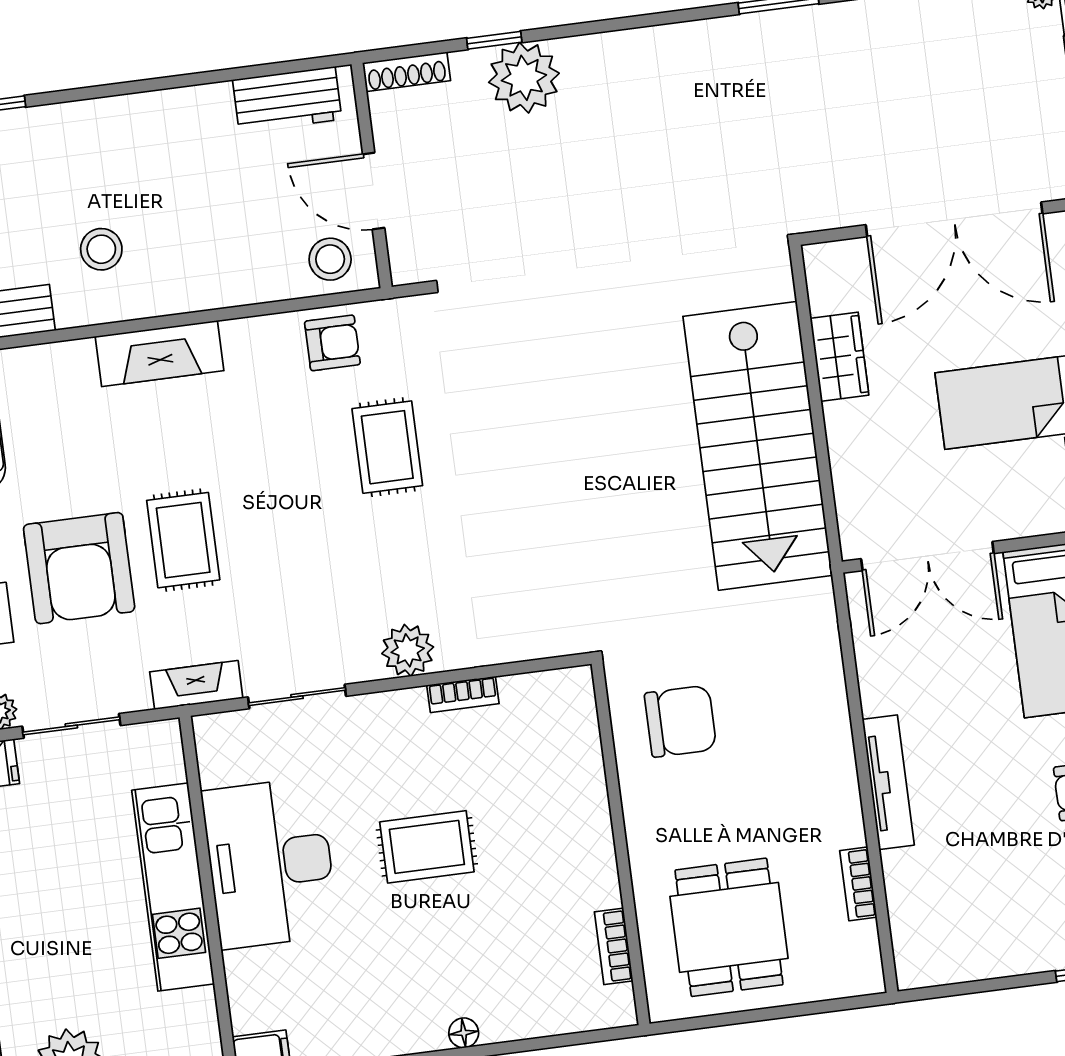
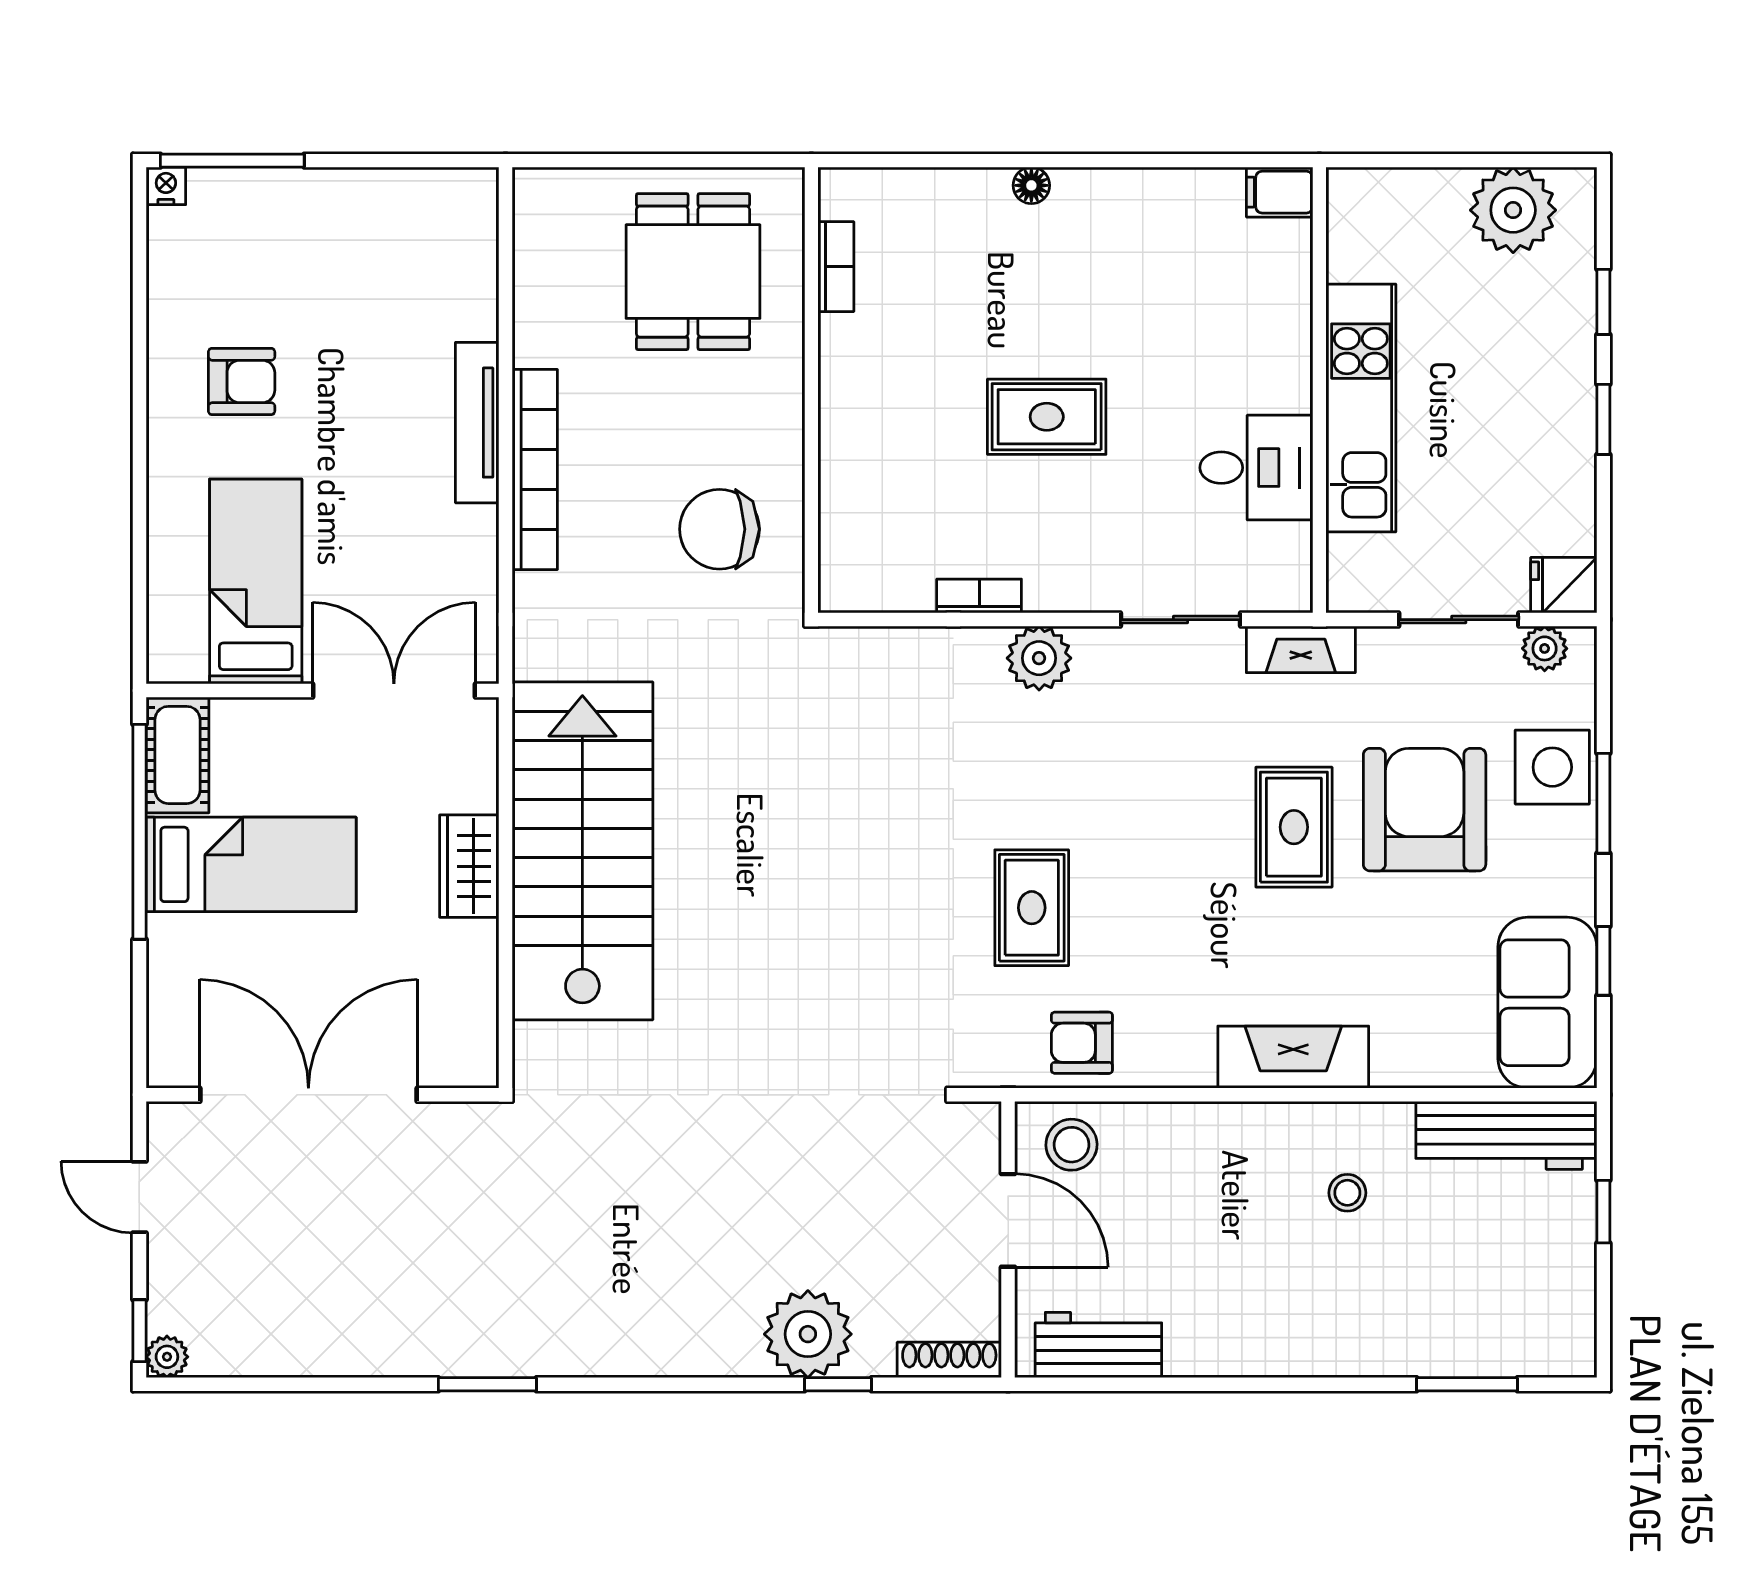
stool: (101, 249) -> (1347, 1193), width x0.73, depth x0.73
wardrobe: (839, 357) -> (469, 866), moved
desk: (270, 863) -> (1256, 468), width x0.53, depth x0.77
bookcase: (858, 884) -> (535, 469), moved, width x2.31, depth x1.31

